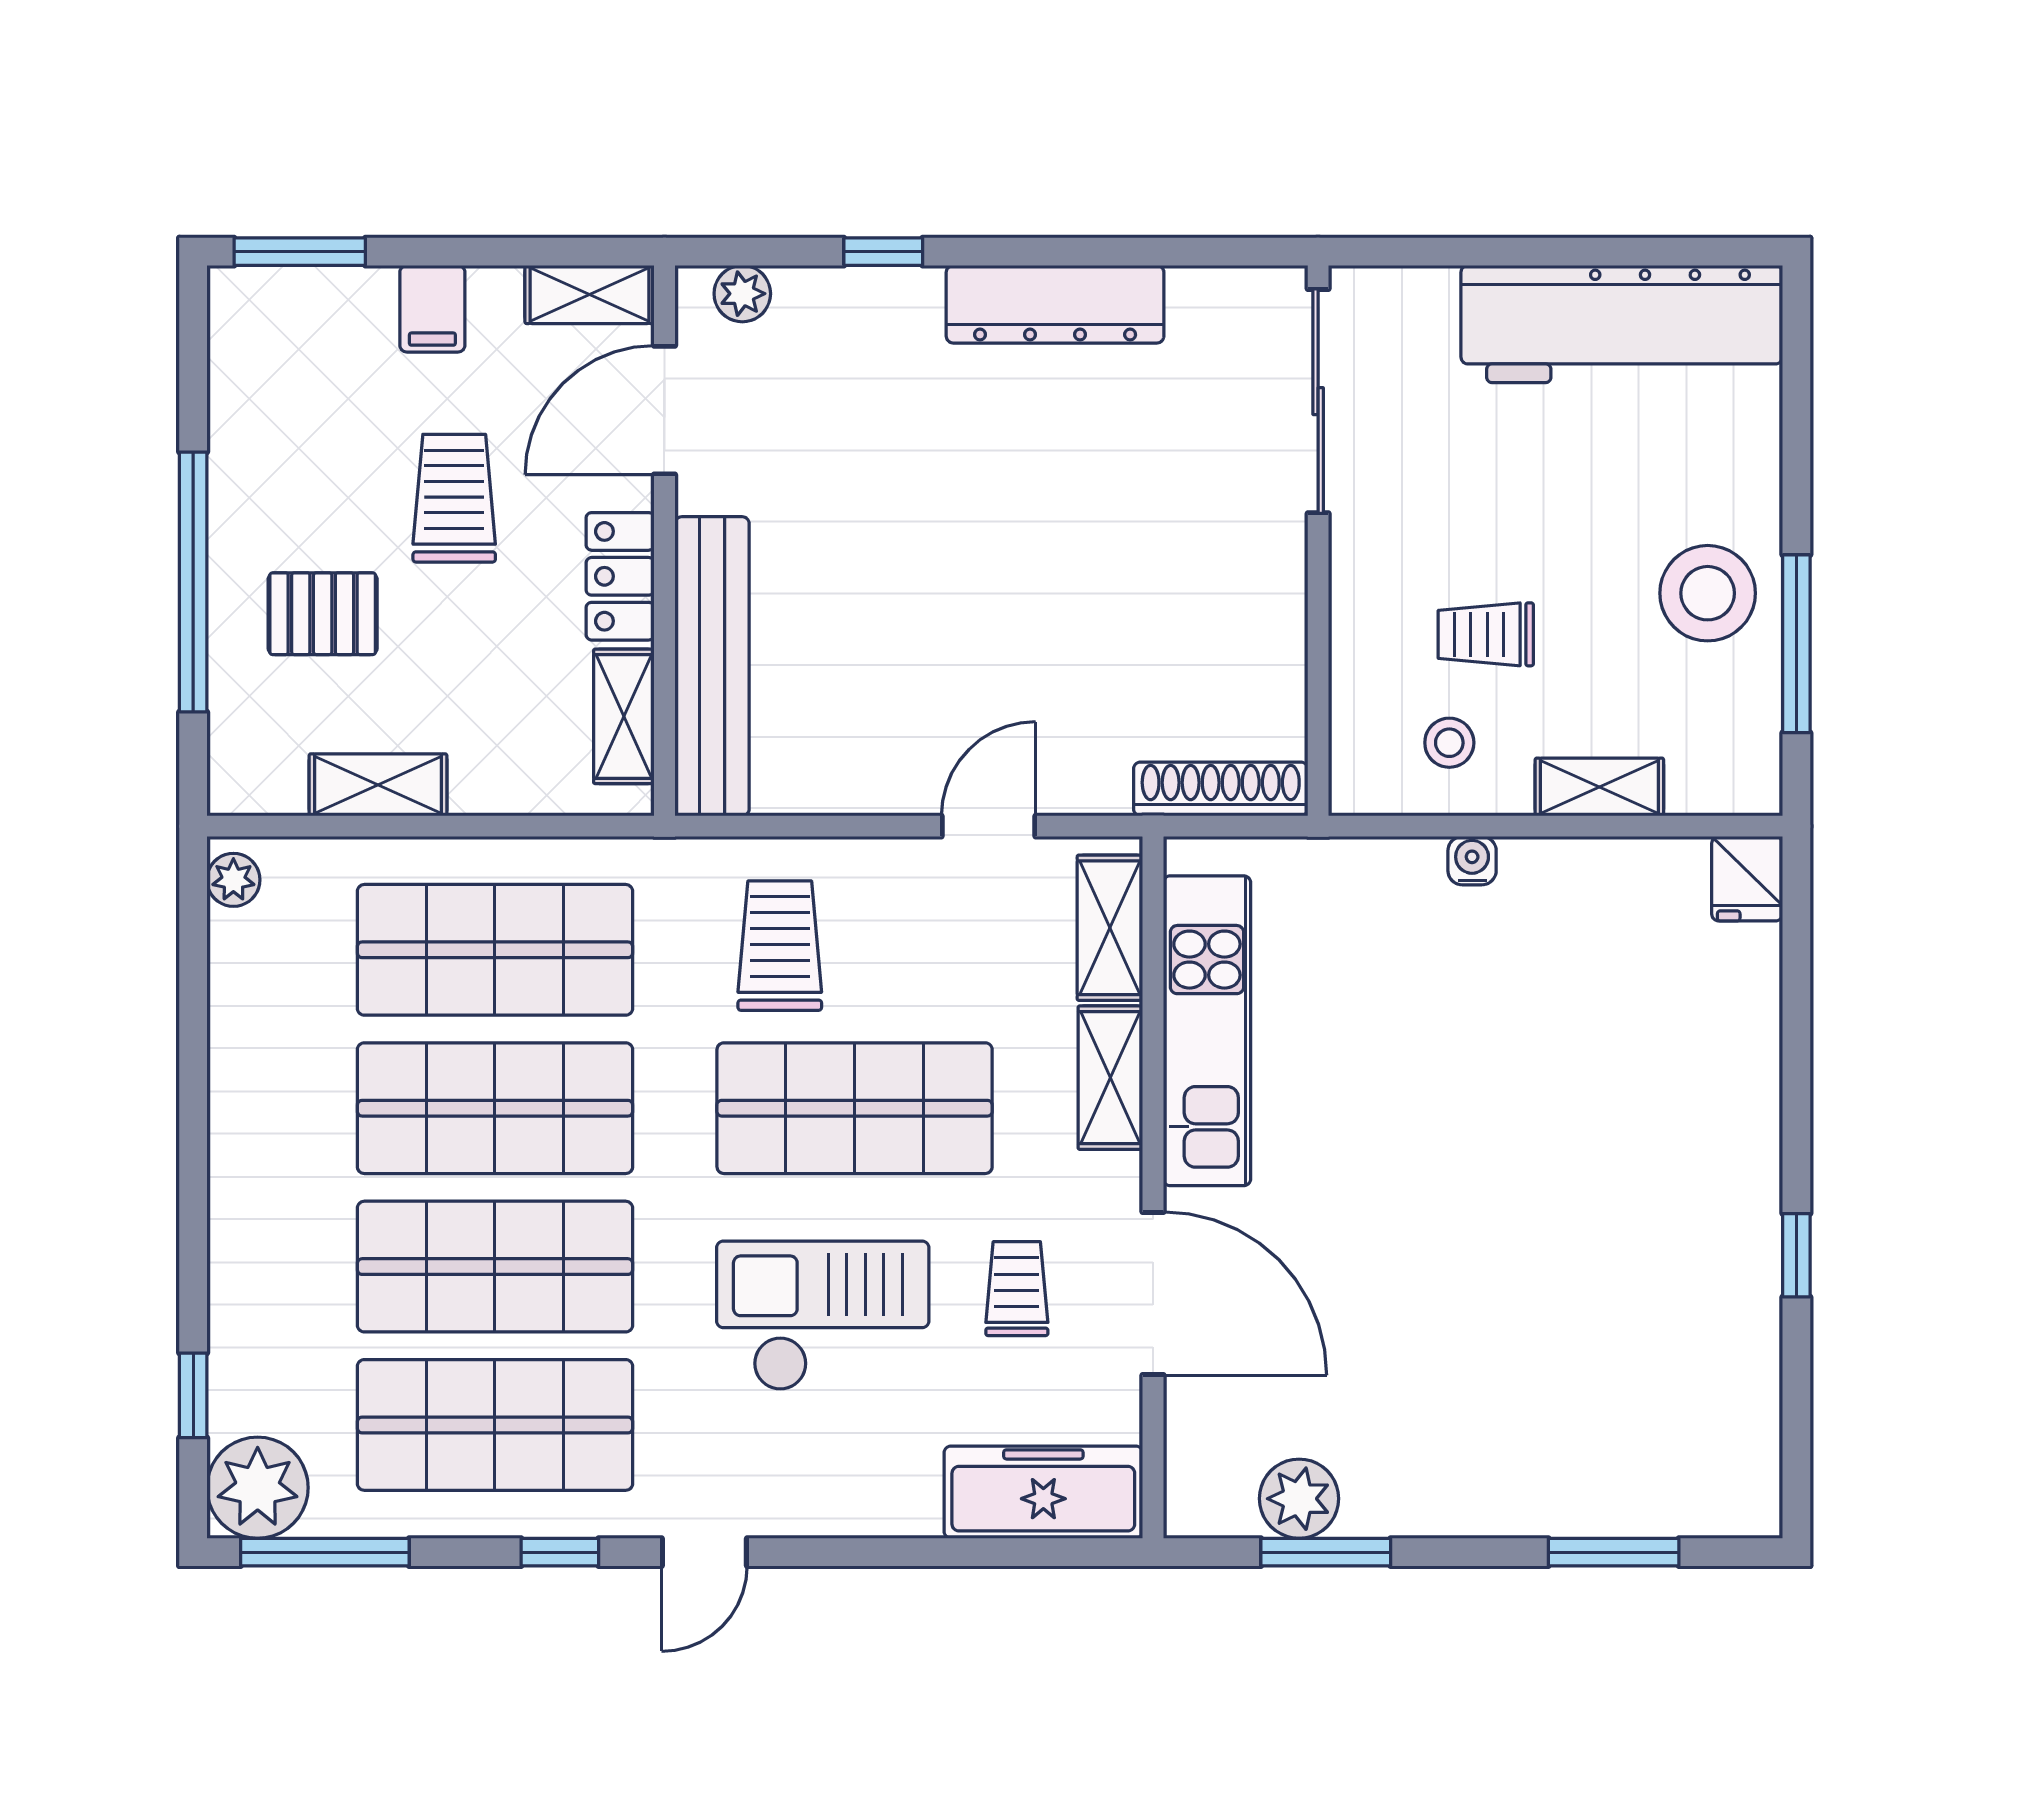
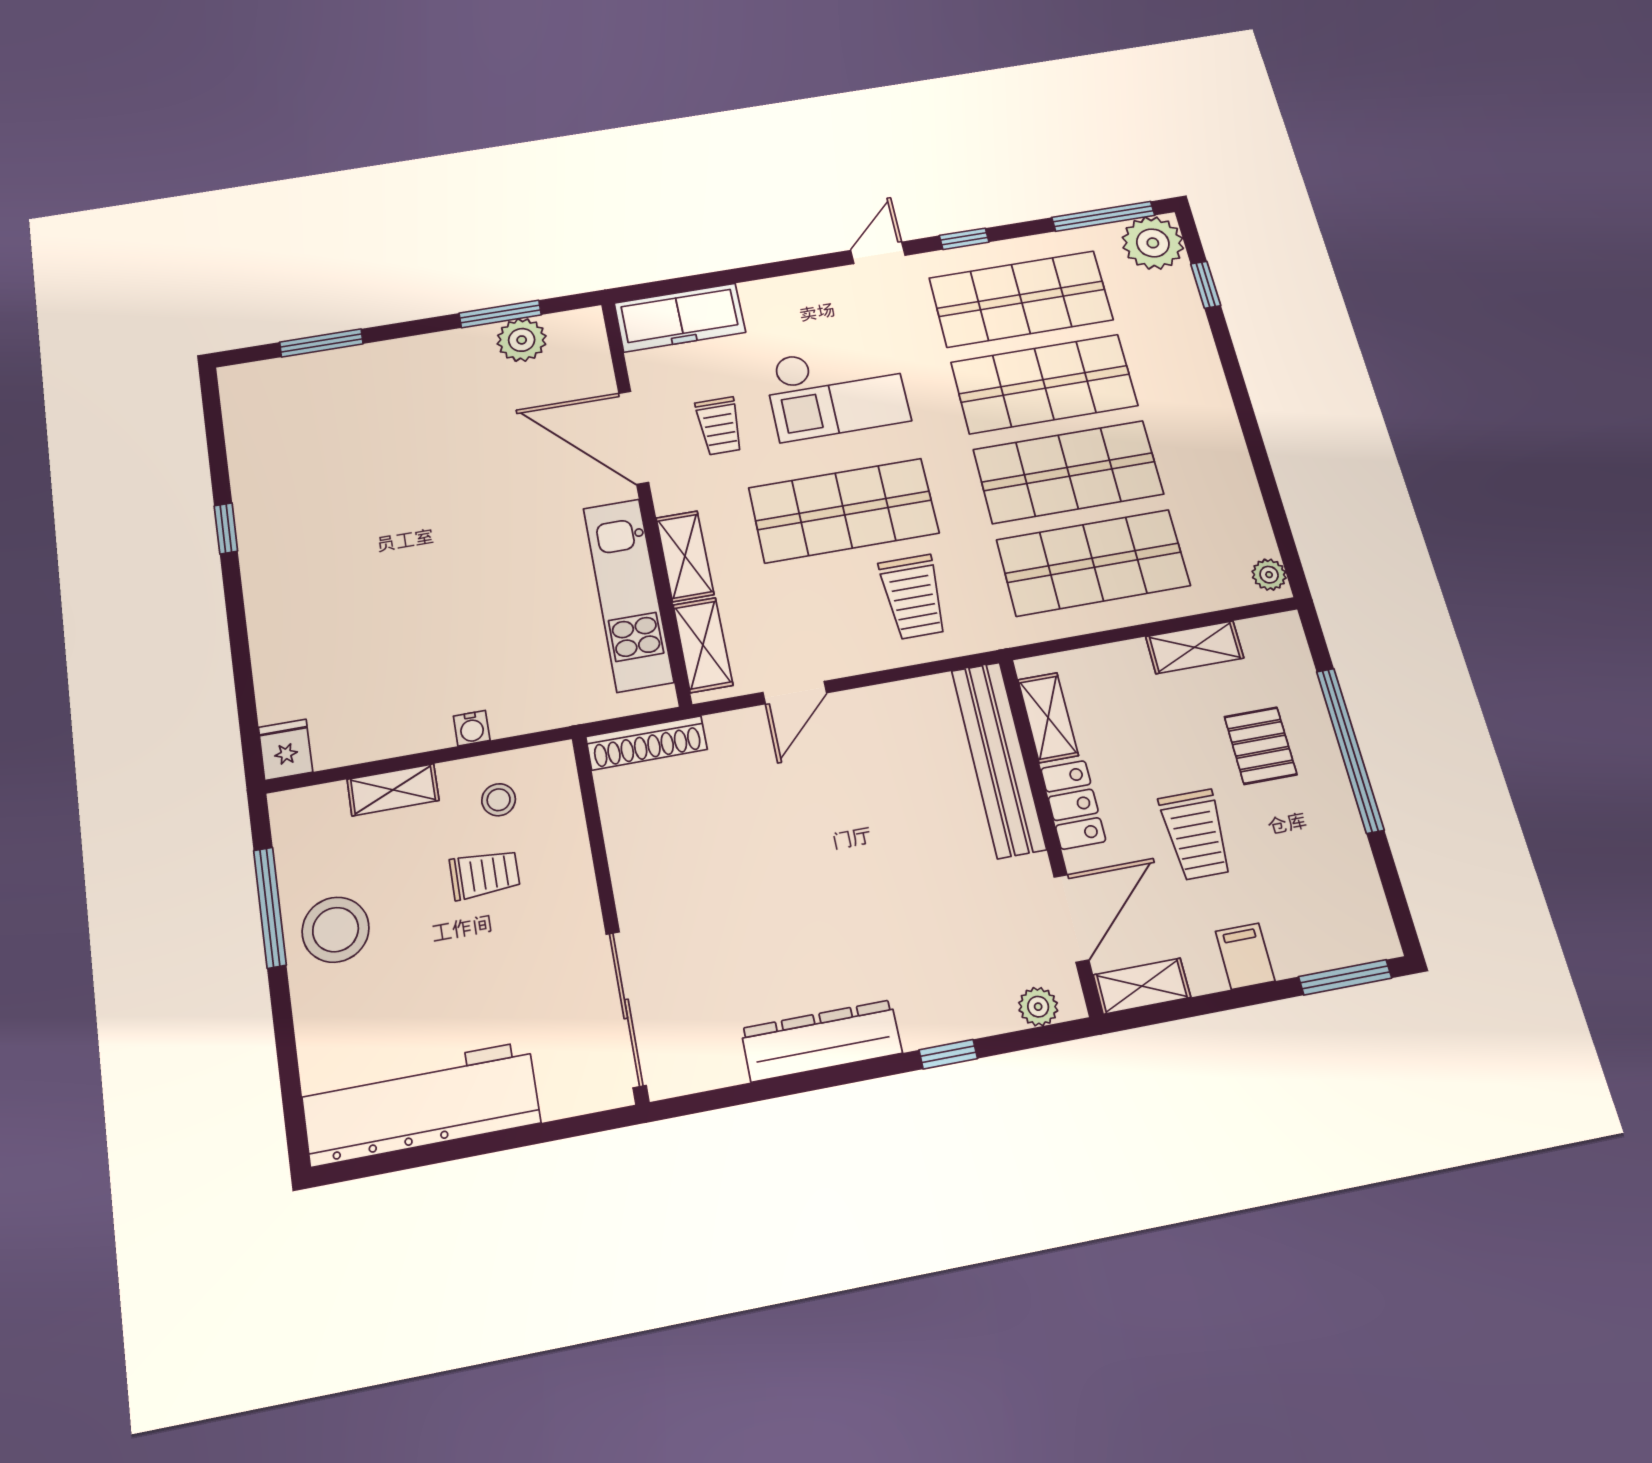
pallet: (323, 614) -> (1261, 746), turned 90

